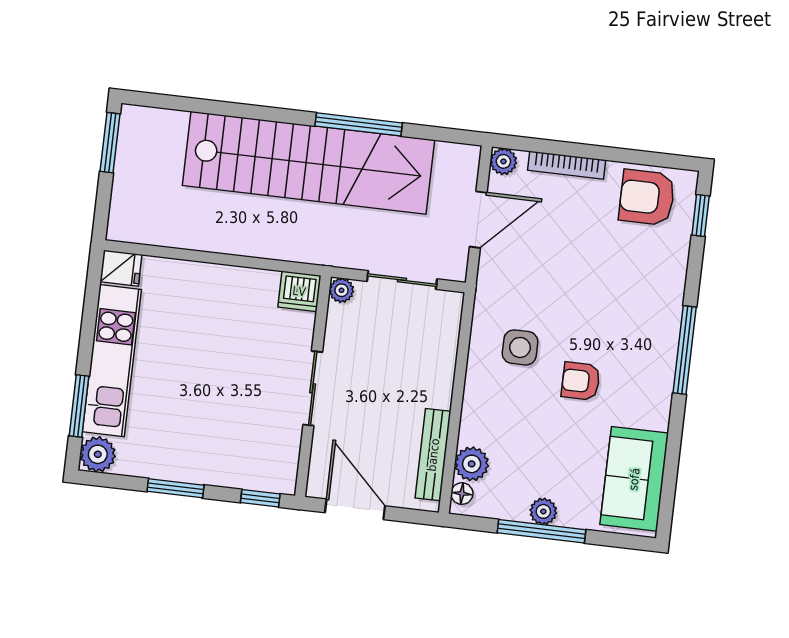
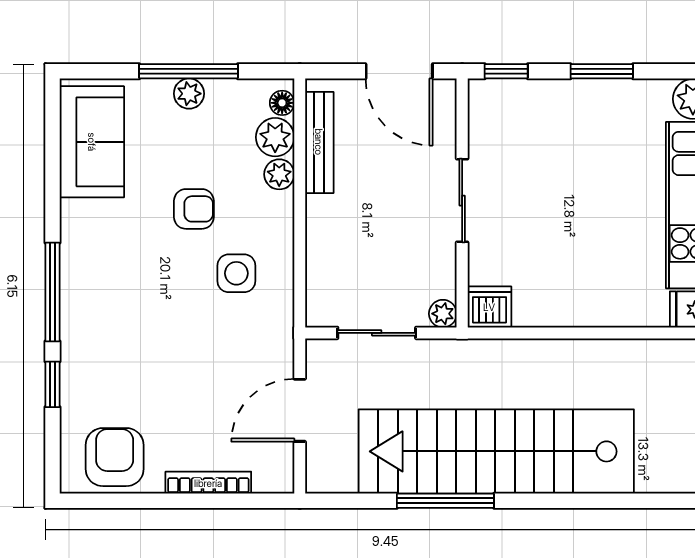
plant: (503, 161) -> (279, 174), moved
armchair: (647, 197) -> (115, 457), turned -90
window: (701, 216) -> (52, 384), moved
armchair: (581, 381) -> (194, 209), moved

